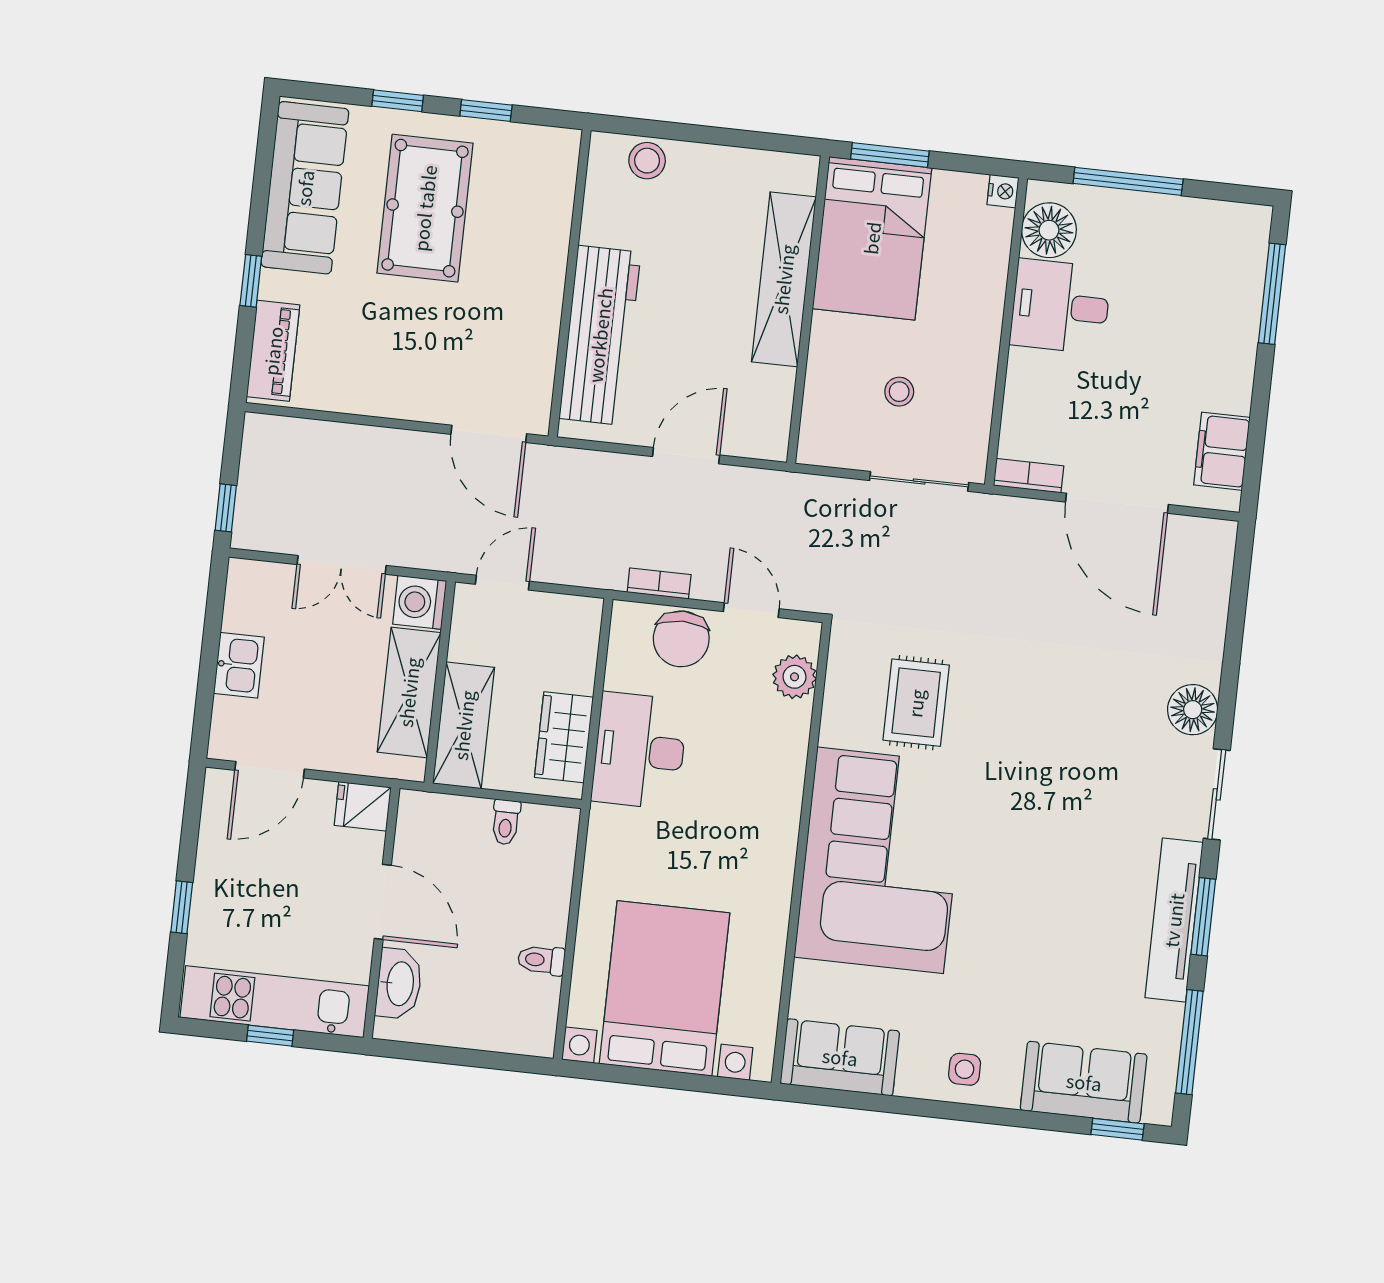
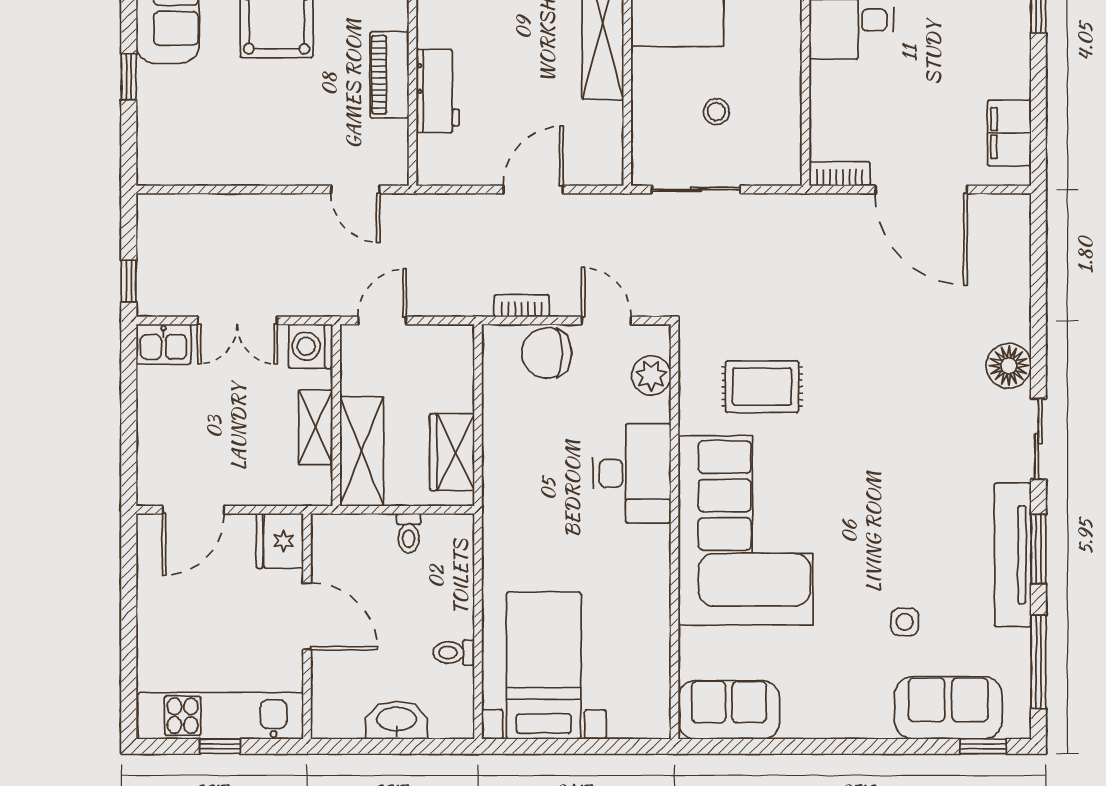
workbench: (600, 335) -> (438, 91), width x0.53, depth x0.76
piano: (273, 351) -> (390, 75), moved, turned 180
door: (489, 434) -> (355, 190), width x0.73
sliding door: (919, 481) -> (696, 190), moved
chair: (681, 639) -> (547, 353), turned 90
kitchen sink: (239, 665) -> (163, 344), moved, turned 90
shelving: (409, 692) -> (316, 427), width x0.67, depth x0.75
rug: (916, 703) -> (762, 387), turned 90
desk: (640, 751) -> (632, 473), moved, turned 180
fridge: (363, 806) -> (280, 541), width x1.38
window: (182, 907) -> (129, 641), removed
washbasin: (399, 984) -> (396, 720), moved, turned -90
bed with nightstands: (664, 988) -> (544, 666), width x0.73
side table: (965, 1069) -> (905, 622), moved

